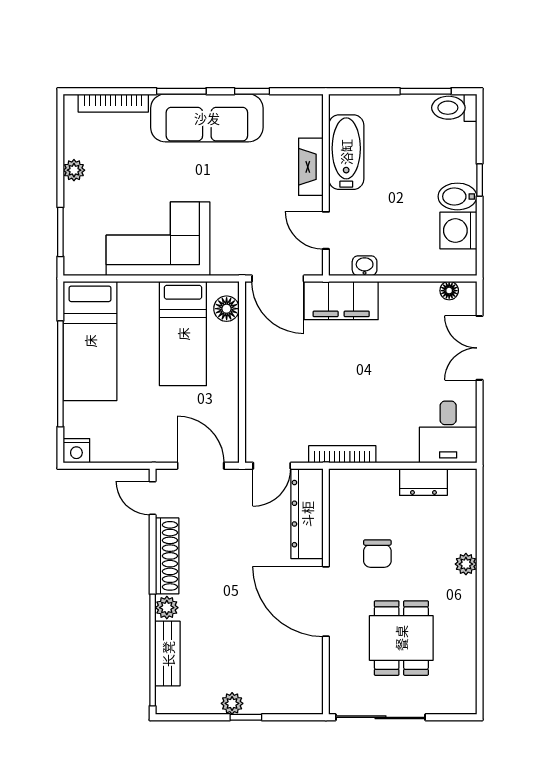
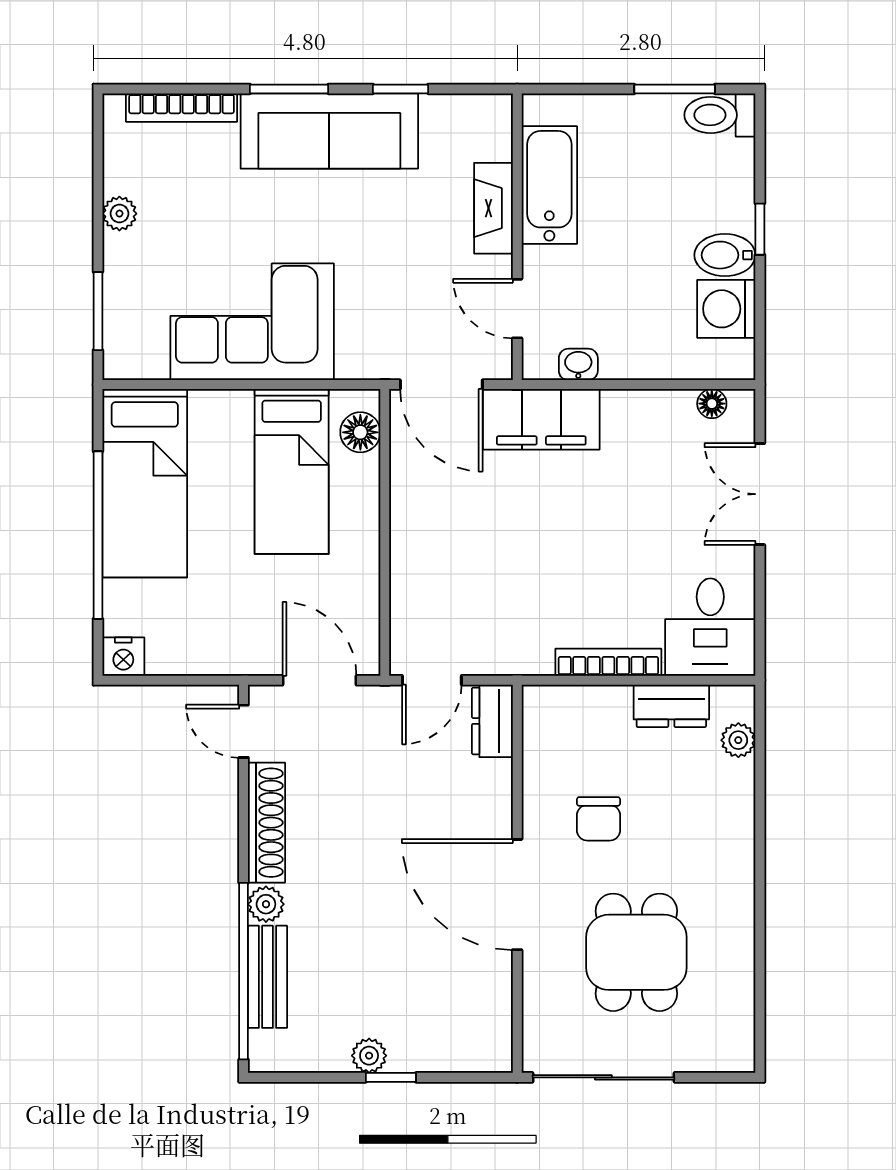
bookcase: (342, 454) -> (608, 662), moved
dresser: (307, 514) -> (492, 721), width x0.51, depth x0.80
plant: (466, 564) -> (738, 740), moved

